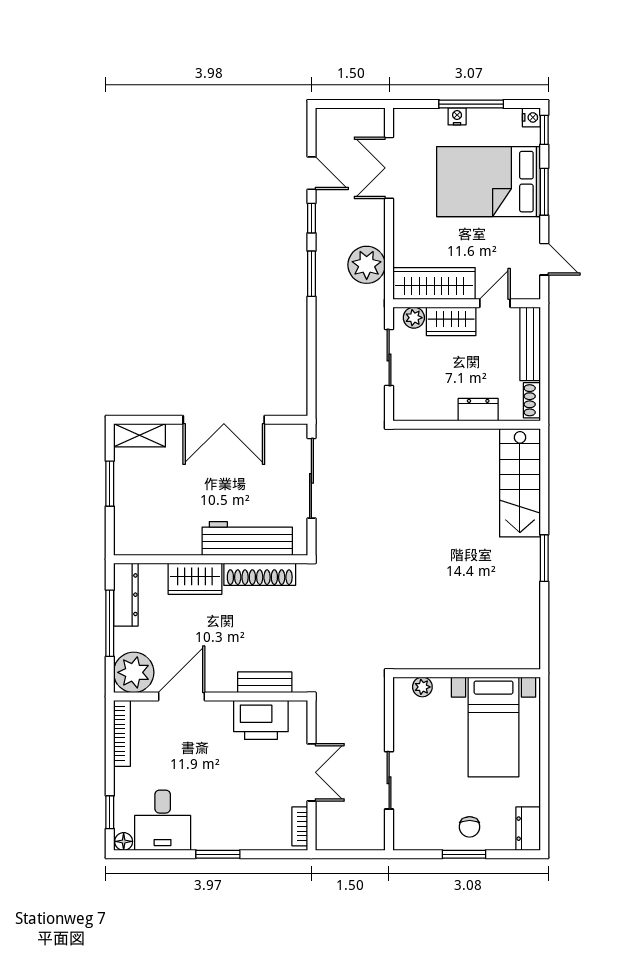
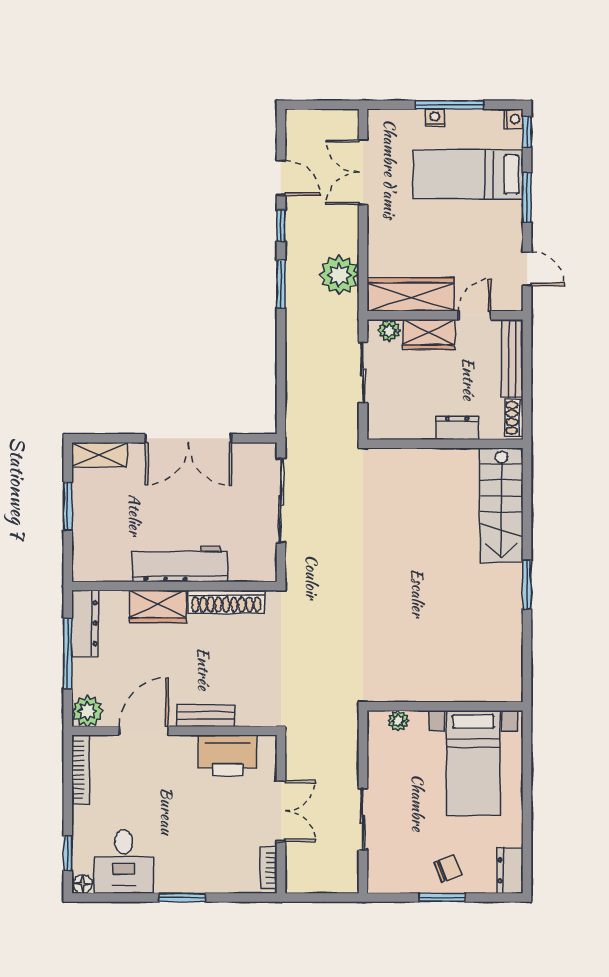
bed: (489, 182) -> (468, 174), width x0.67
workbench: (247, 539) -> (180, 564), moved
plant: (134, 672) -> (87, 711), width x0.73, depth x0.73
bench: (265, 682) -> (206, 716), moved
chair: (470, 827) -> (448, 869), turned -112

